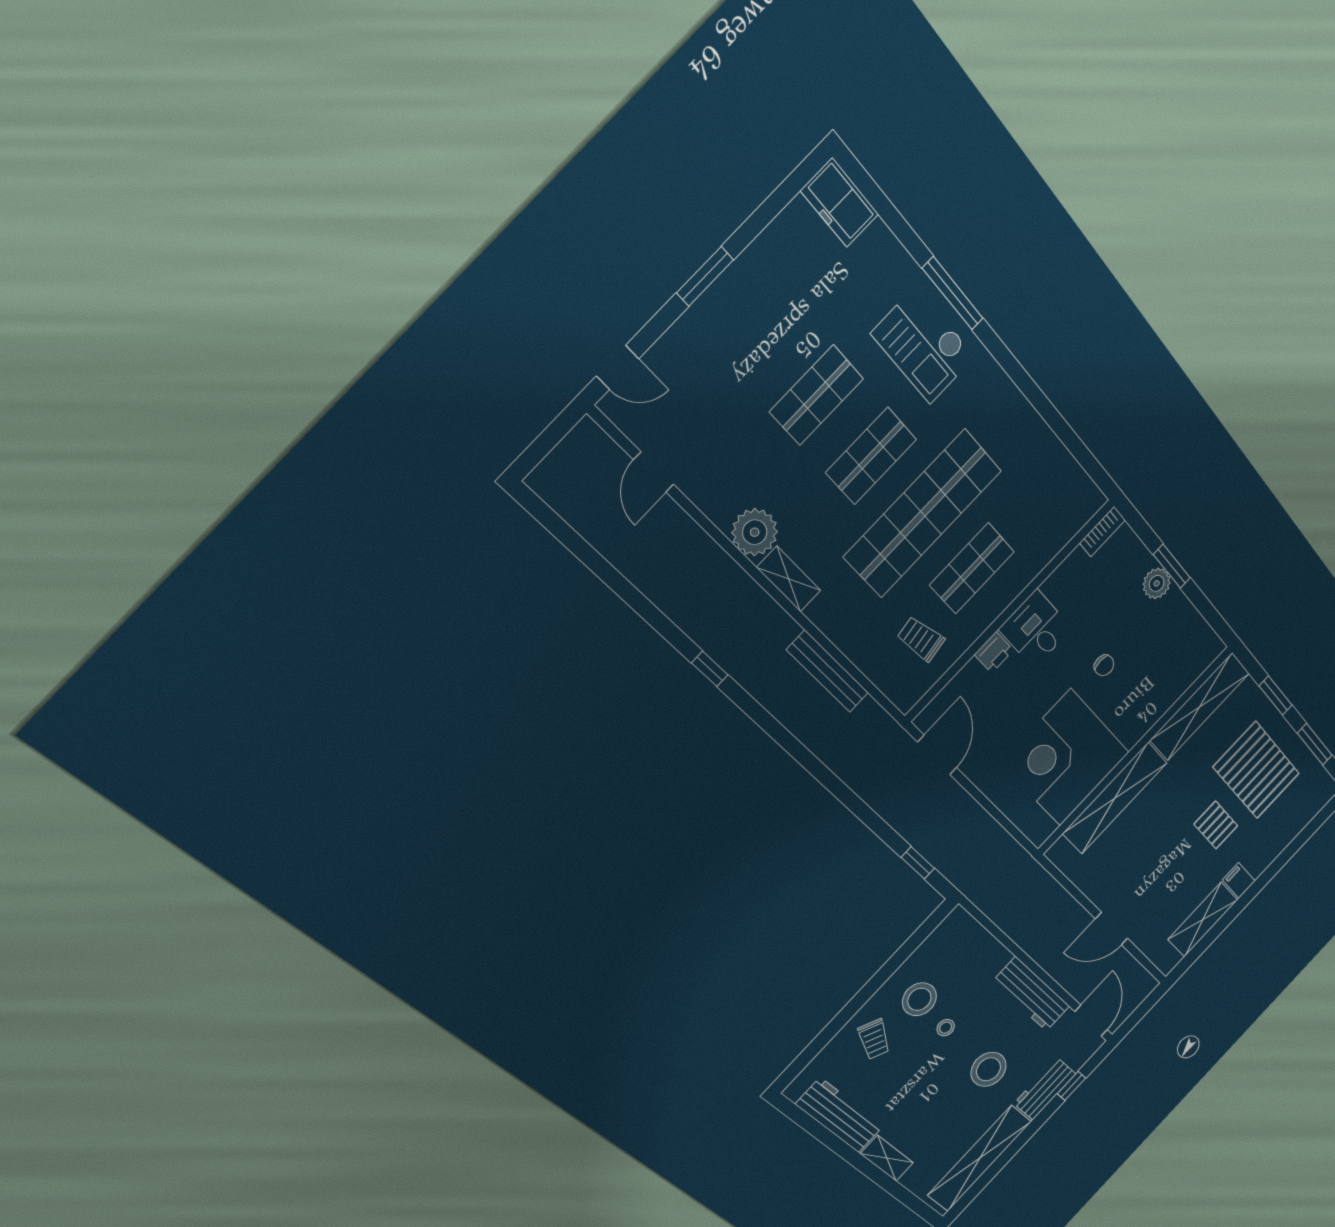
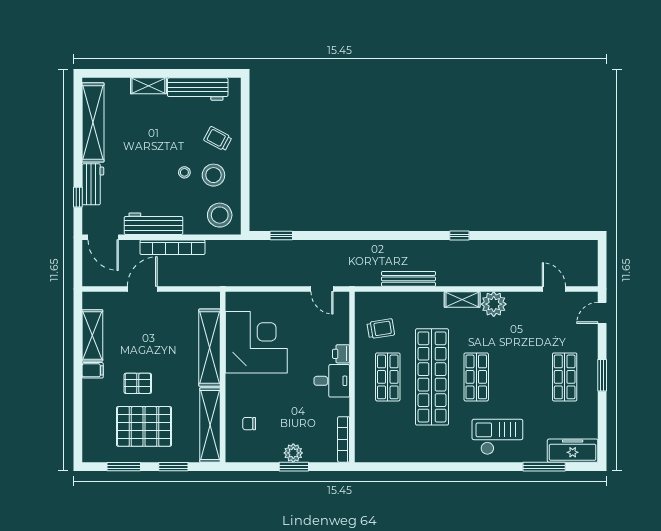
freezer: (840, 203) -> (573, 451), width x1.40
window: (953, 293) -> (544, 467), moved
shop shelf: (816, 395) -> (565, 377), moved
bookcase: (1102, 531) -> (344, 439), width x1.56
chair: (1104, 665) -> (249, 424), moved
door: (937, 755) -> (322, 289), width x0.73
bookcase: (1039, 950) -> (172, 247), added
stool: (989, 1069) -> (220, 215), moved

